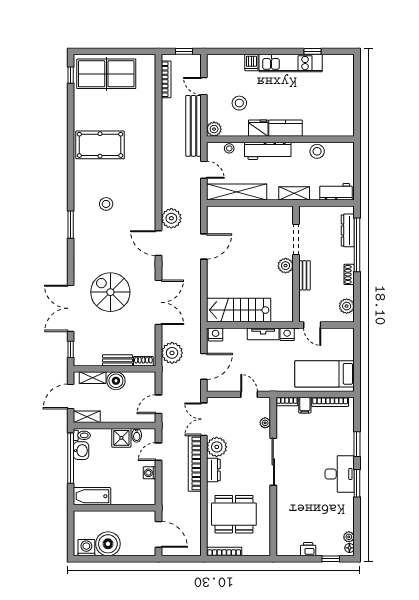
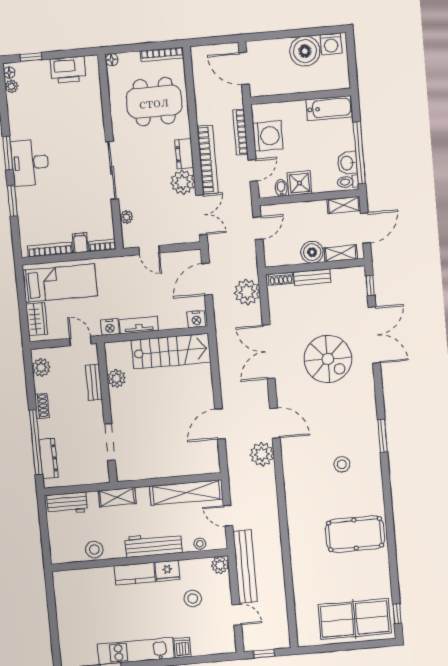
bookcase: (166, 79) -> (240, 132), moved
plant: (286, 266) -> (116, 378), moved
bench: (304, 275) -> (94, 382), moved
wardrobe: (346, 346) -> (37, 319), added
washing machine: (150, 473) -> (268, 136), width x1.89, depth x1.89
printer: (308, 549) -> (68, 70), width x1.87, depth x1.48
floor lamp: (265, 551) -> (112, 60), added

